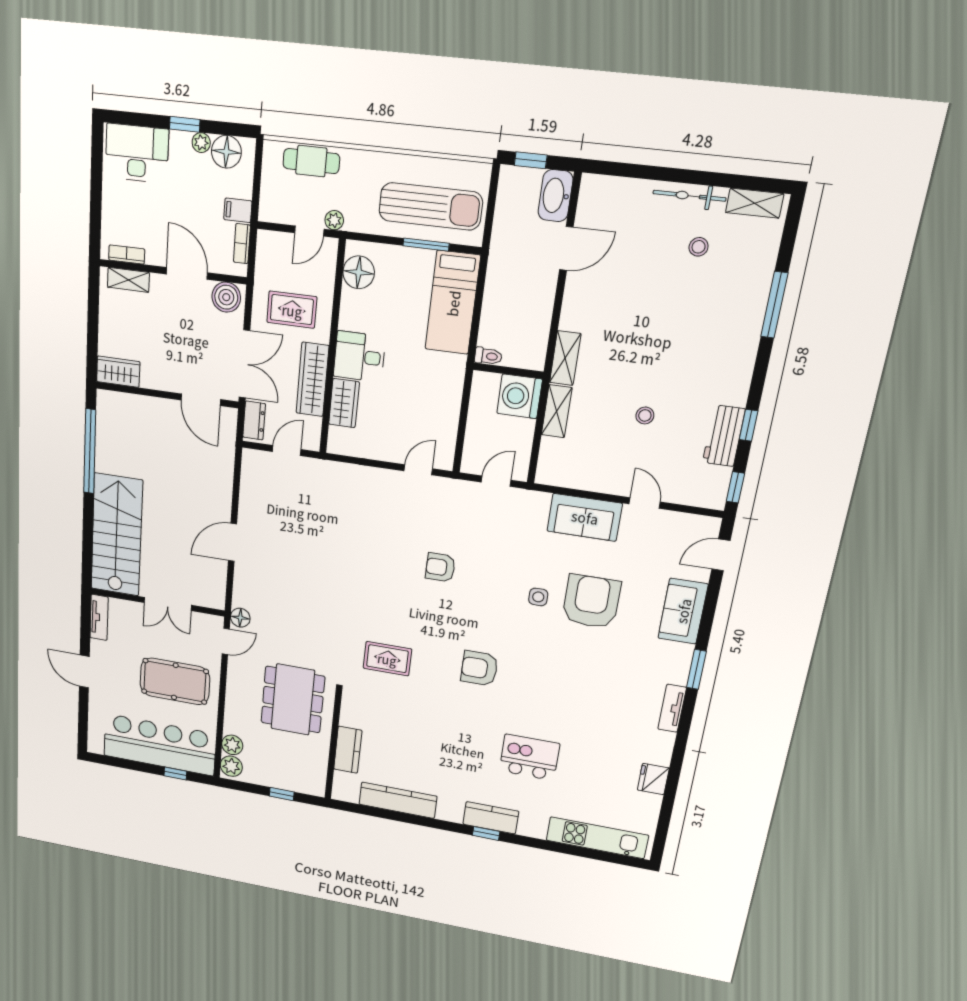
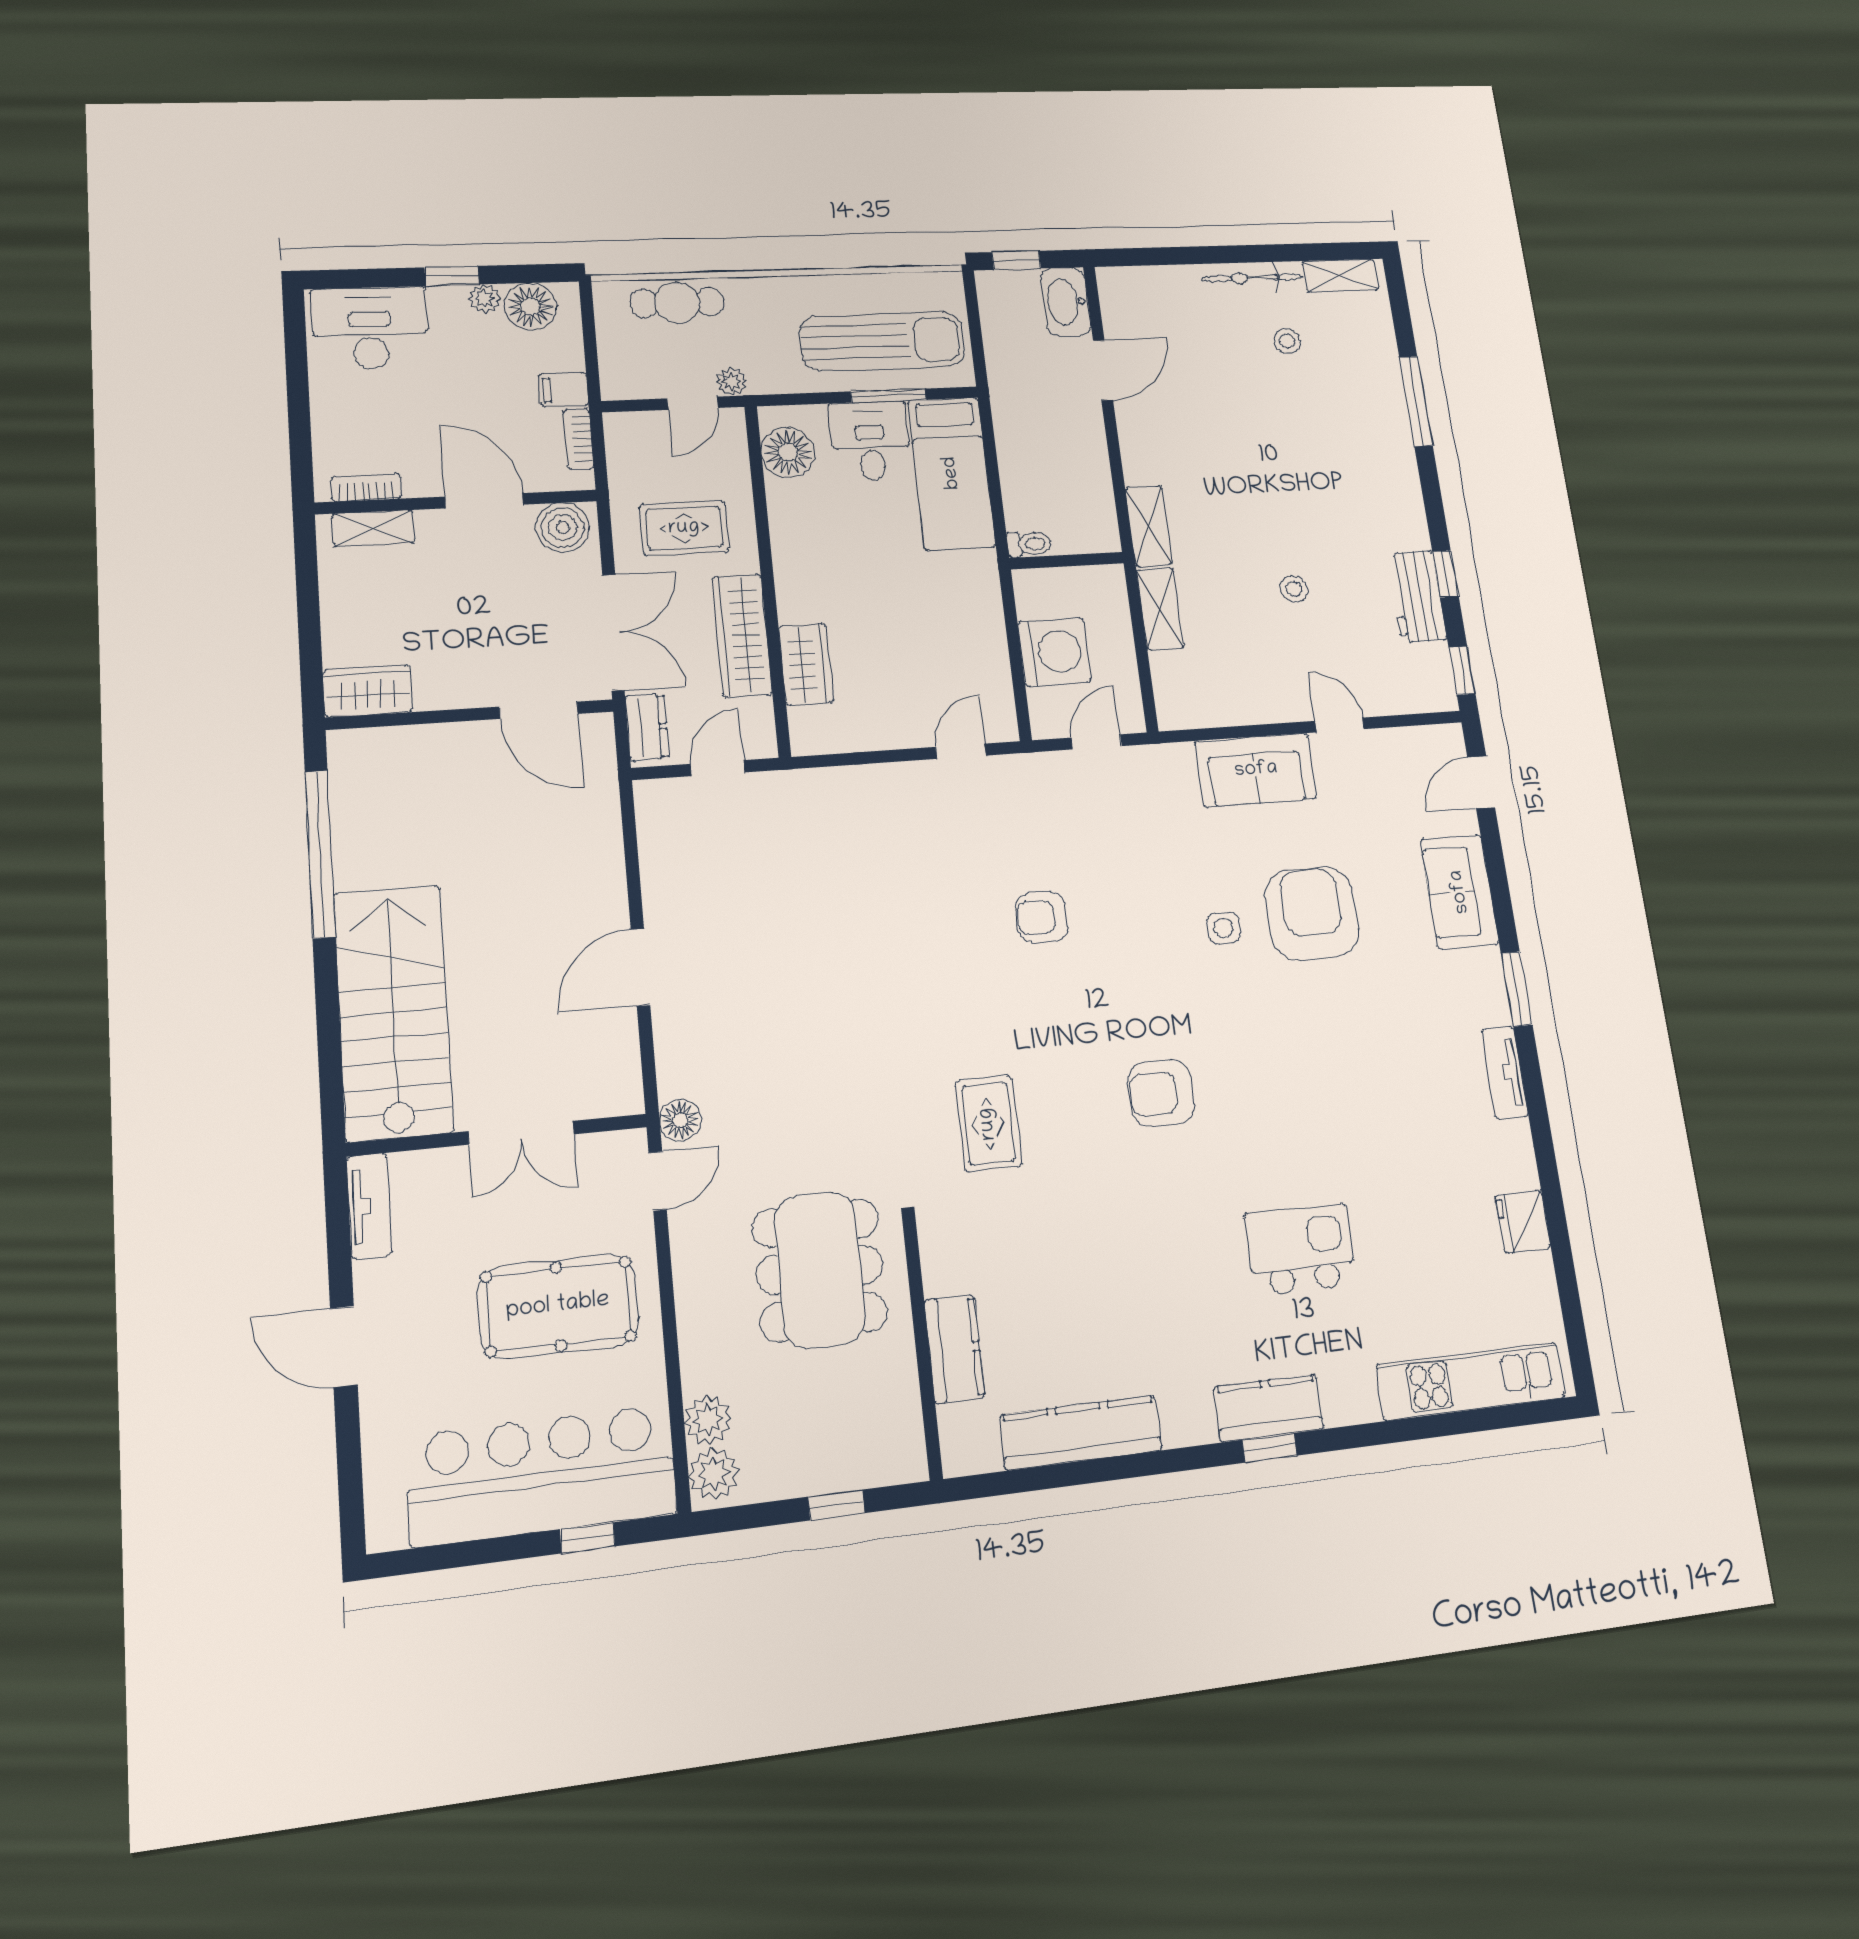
desk: (359, 357) -> (870, 441), moved, turned 90
washing machine: (520, 396) -> (1054, 652), moved, turned 180
rug: (387, 659) -> (988, 1124), turned 90

